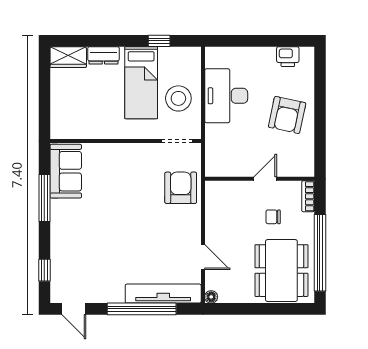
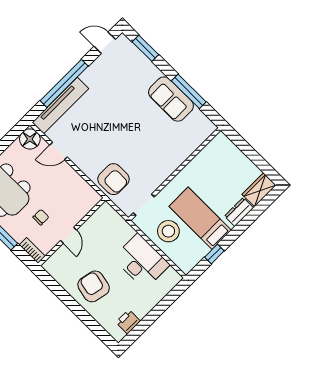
sofa: (66, 171) -> (171, 99), moved
window: (44, 270) -> (145, 48), width x1.50
floor lamp: (211, 297) -> (30, 139), width x1.89, depth x1.89

